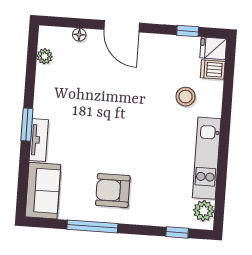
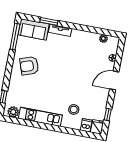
window: (27, 125) -> (49, 21), moved
armchair: (113, 190) -> (29, 66), turned -109
window: (92, 226) -> (15, 37), moved

